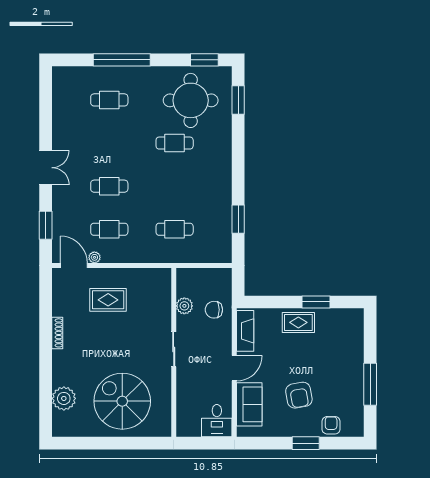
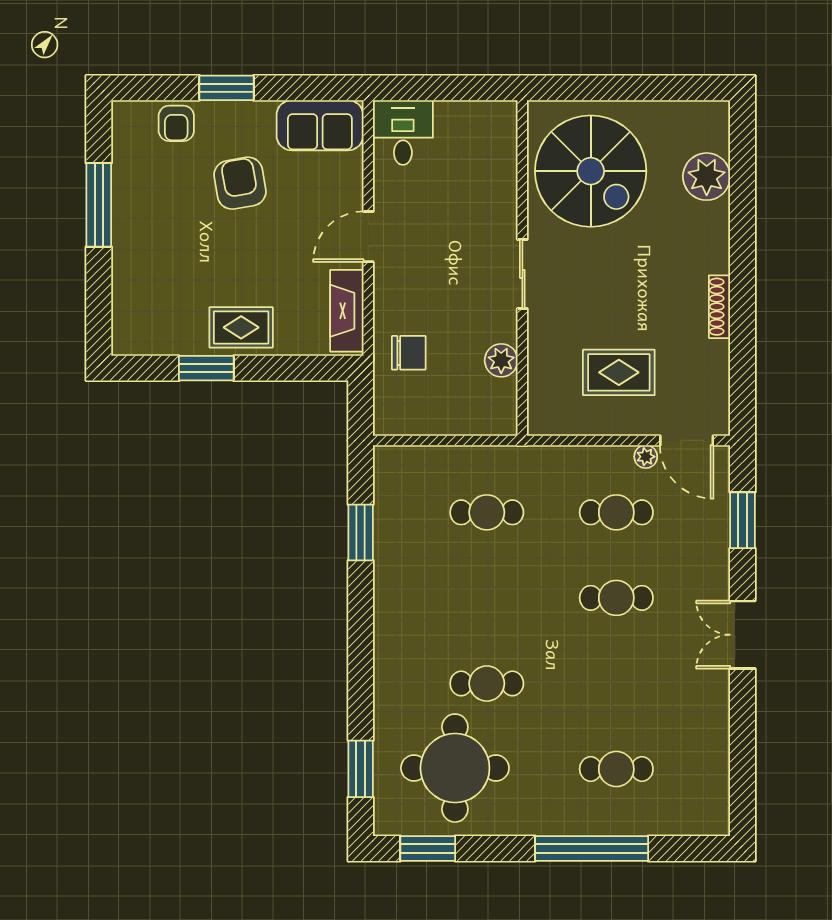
plant: (184, 306) -> (501, 360), moved
sliding door: (174, 349) -> (522, 274), moved
wall: (174, 352) -> (522, 268), moved
sofa: (249, 404) -> (320, 125), moved, turned -90

